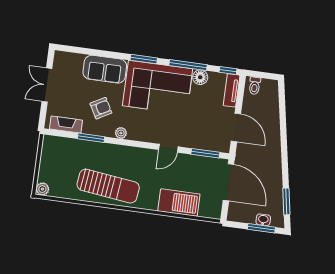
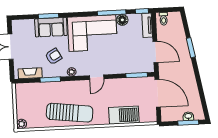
window: (144, 59) -> (49, 16), moved
door: (168, 148) -> (97, 77), moved
window: (286, 201) -> (191, 48), moved

